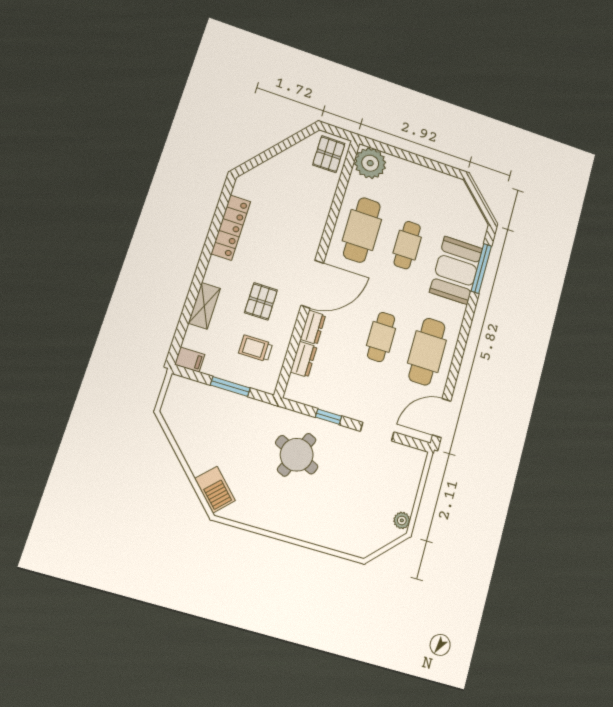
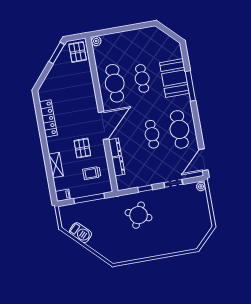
window: (296, 138) -> (57, 53), added
plant: (370, 163) -> (96, 41), width x0.53, depth x0.53
window: (481, 268) -> (190, 86), moved
window: (230, 387) -> (89, 198), width x1.44
barbecue: (215, 490) -> (81, 233), moved
plant: (402, 520) -> (201, 186), moved

